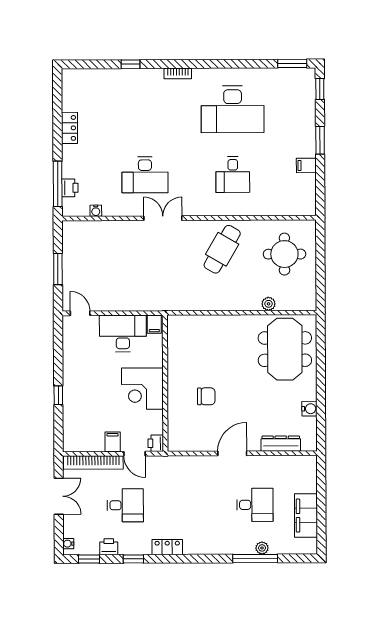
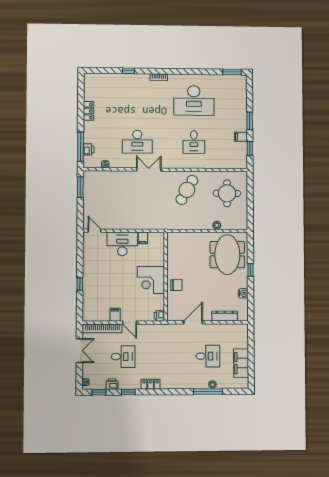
window: (320, 89) -> (250, 149), moved
window: (58, 269) -> (80, 187), moved
window: (321, 373) -> (251, 270), added
wall: (165, 383) -> (166, 277), moved
corner desk: (142, 389) -> (151, 280), moved
printer: (156, 443) -> (159, 316), moved

